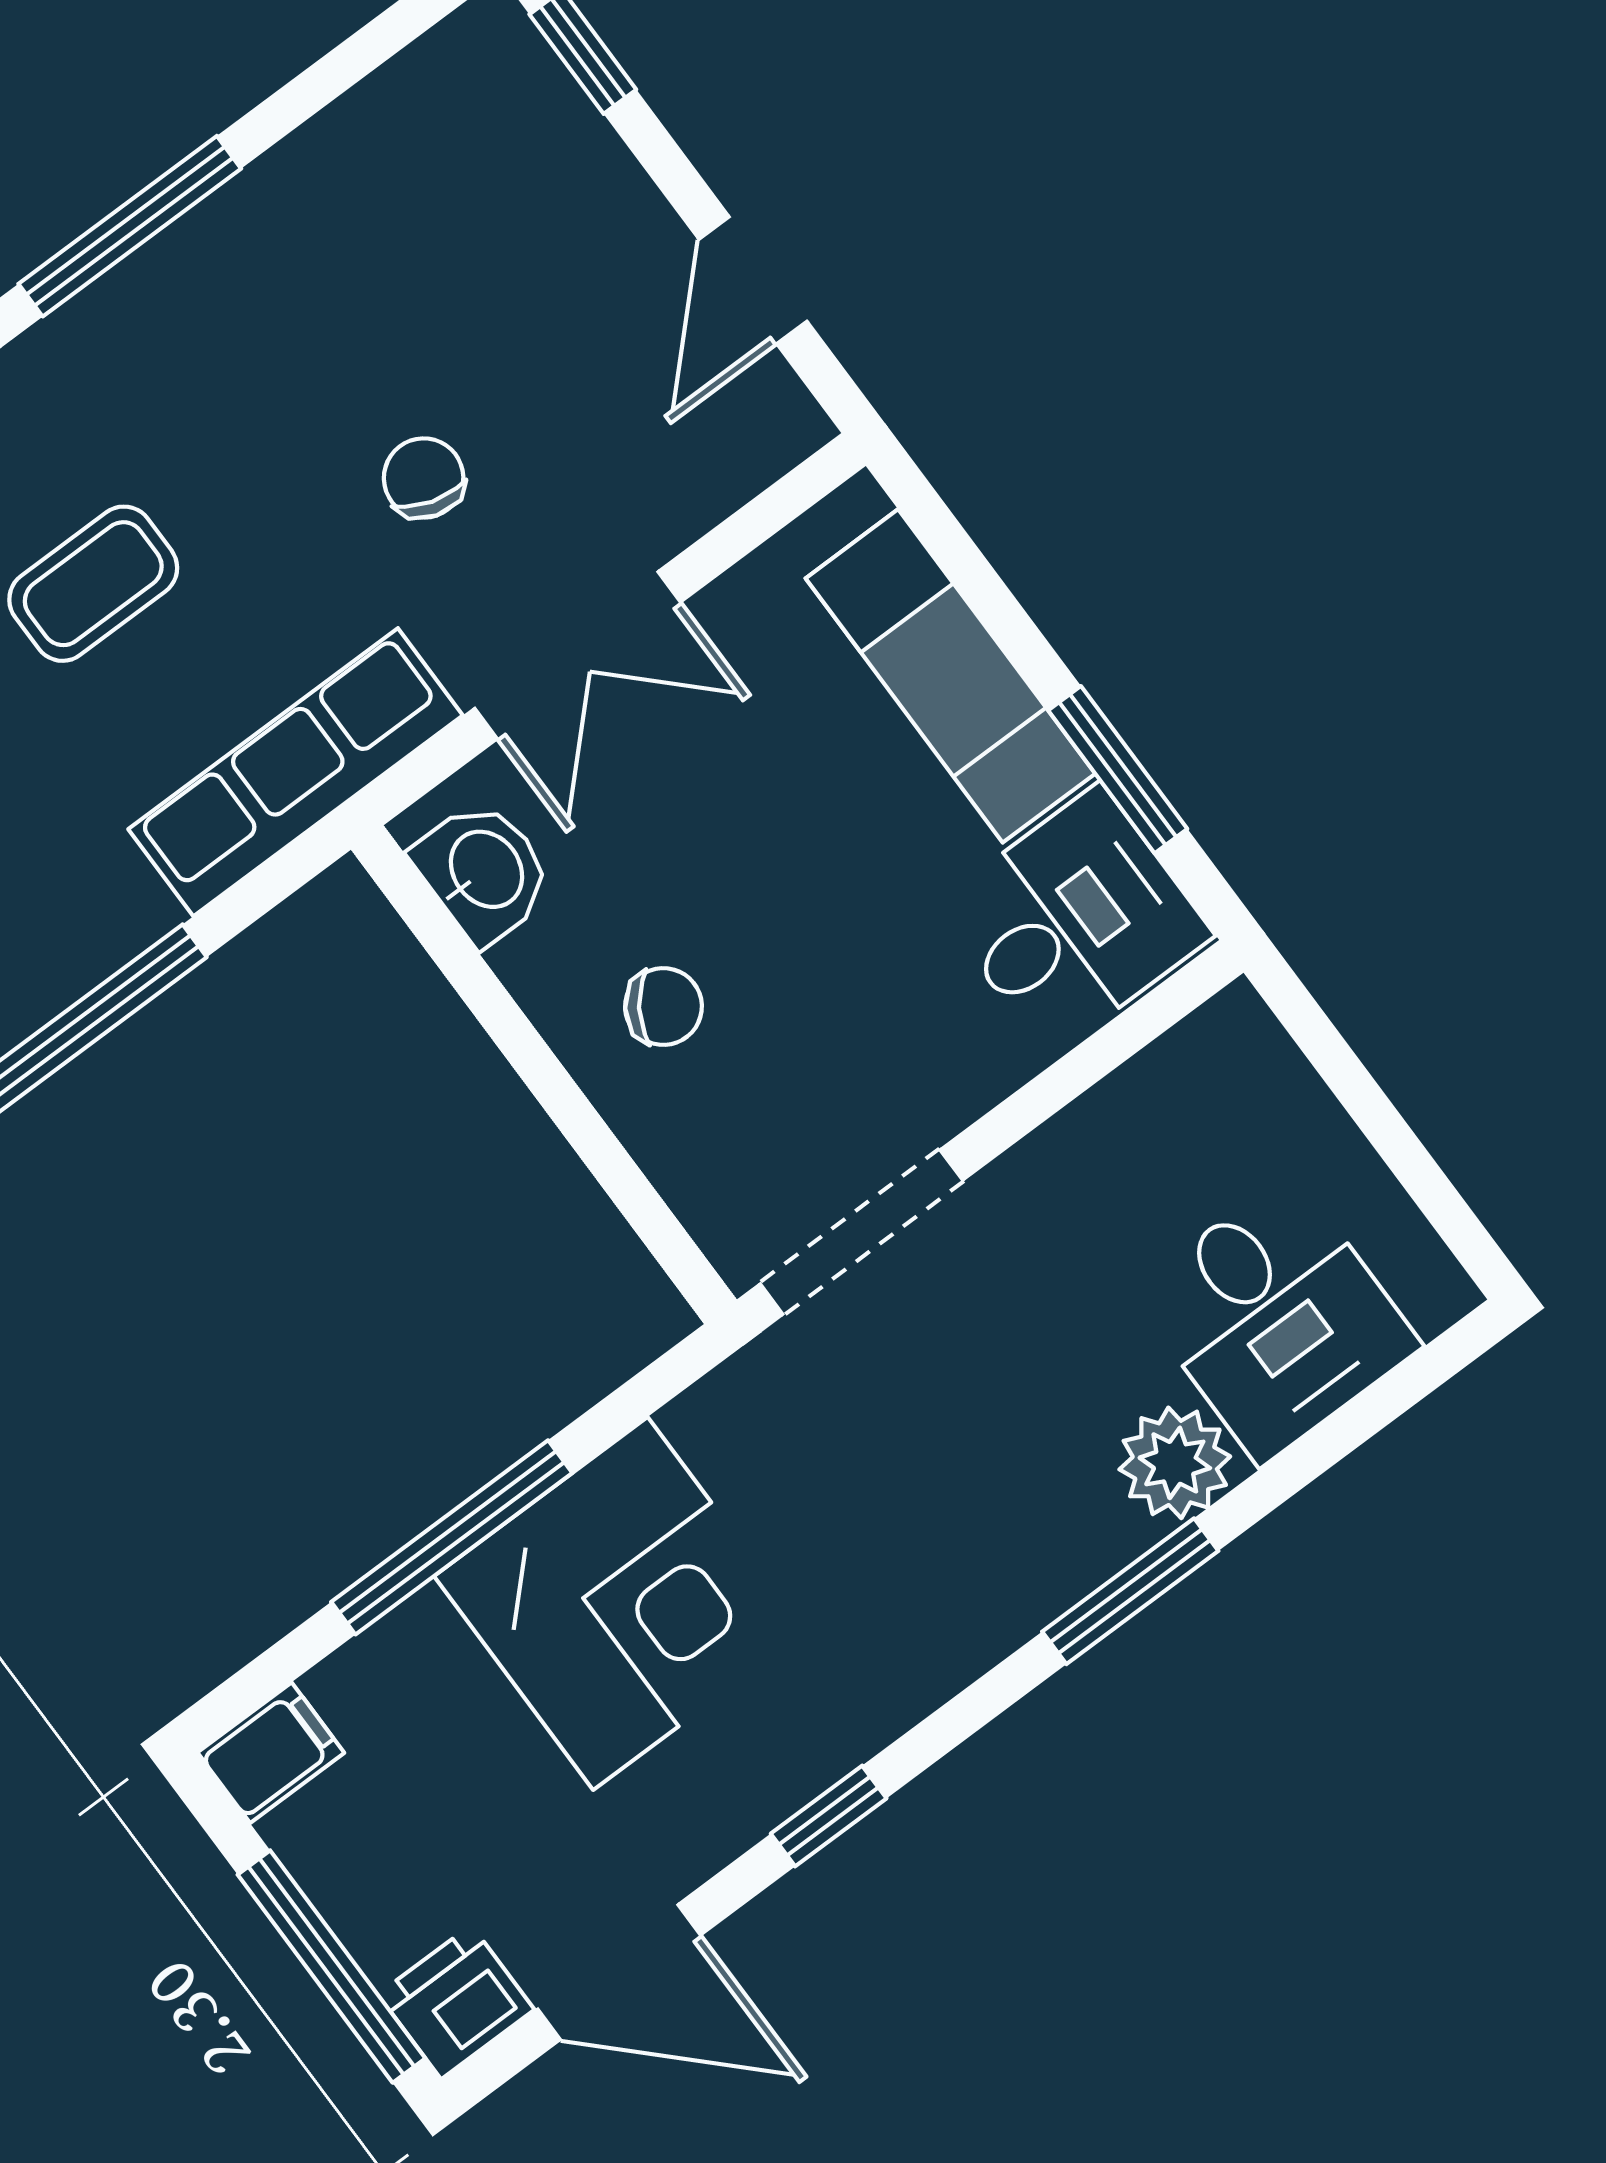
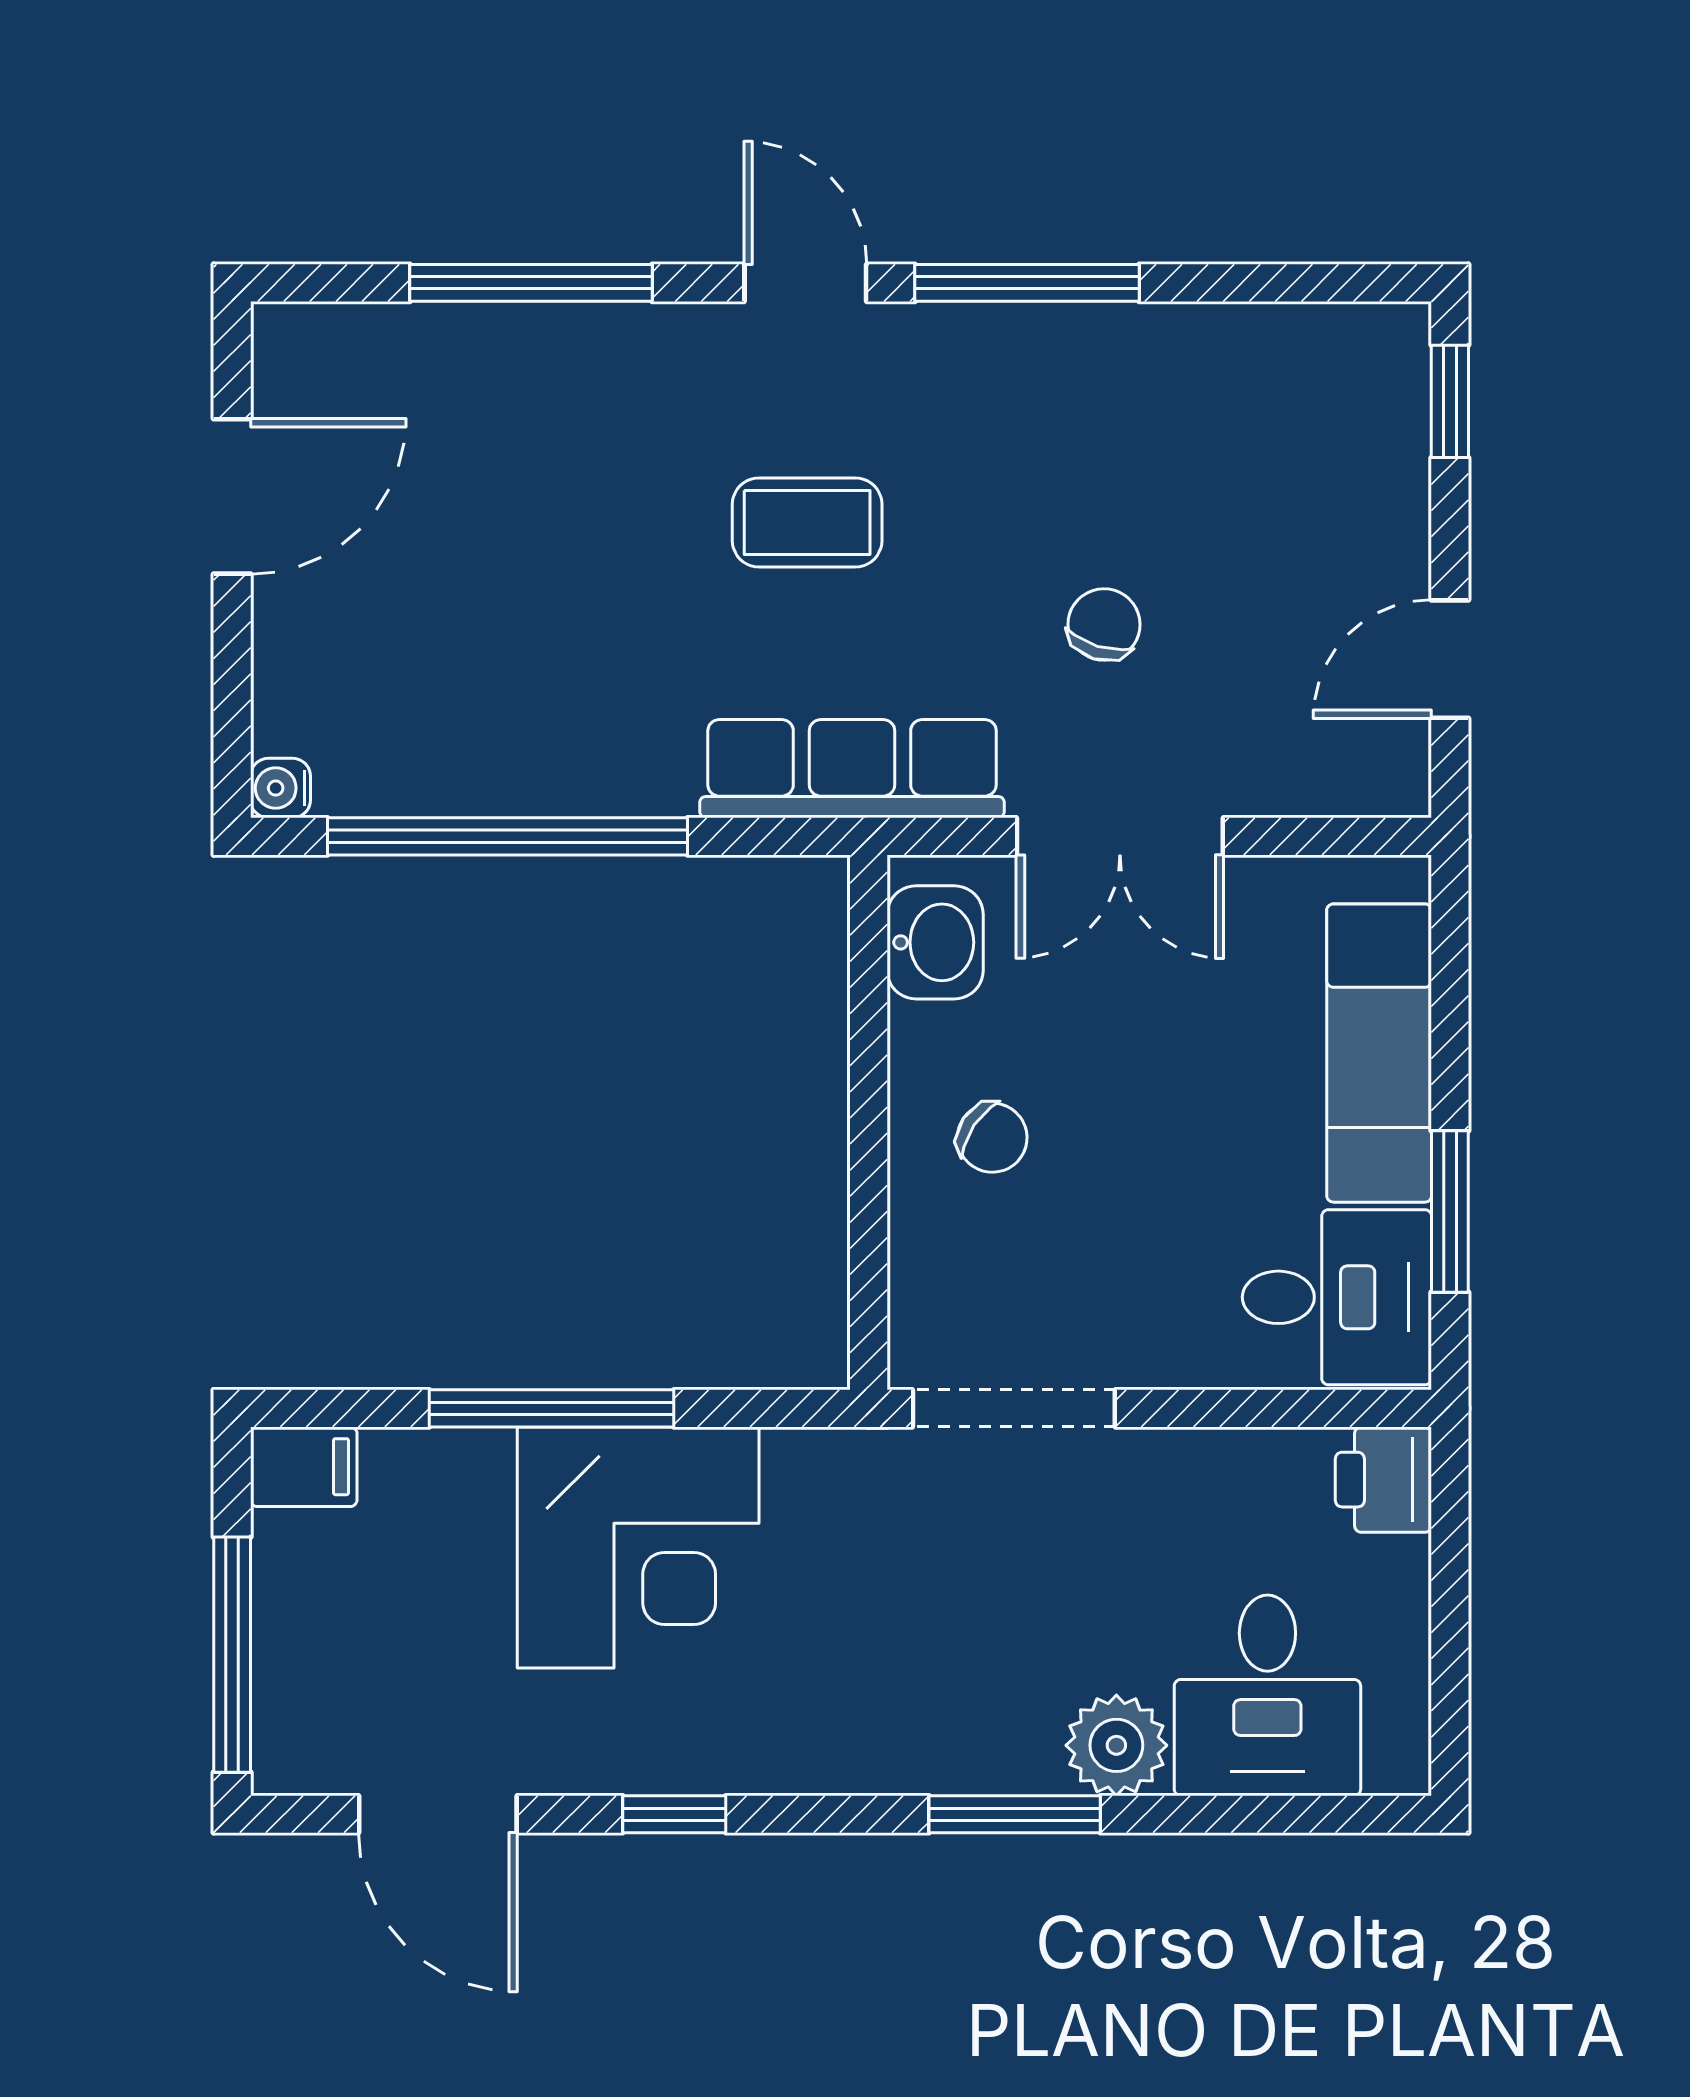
printer: (456, 2002) -> (1383, 1480), moved, turned -90

